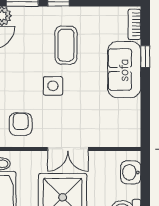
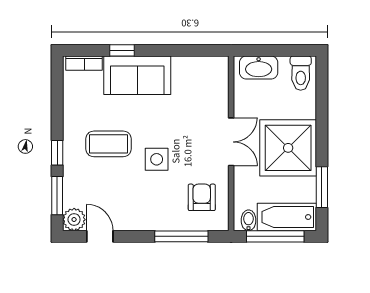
armchair: (21, 124) -> (202, 197), turned 90
washbasin: (131, 172) -> (259, 68), width x1.38

